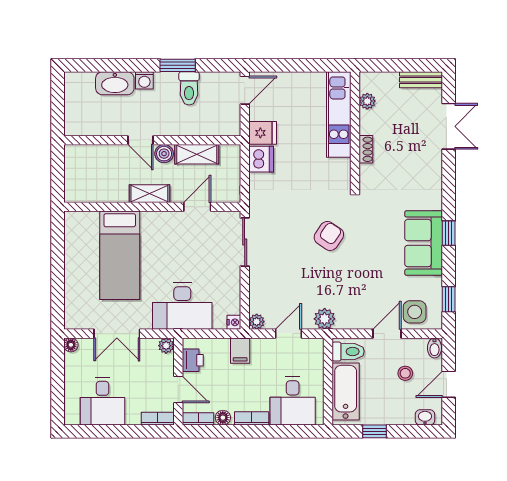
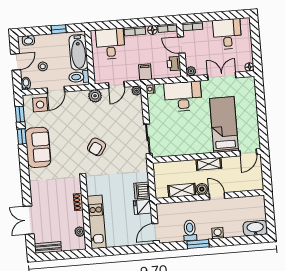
washbasin: (115, 83) -> (255, 228), moved
door: (197, 207) -> (248, 152), moved
window: (449, 233) -> (22, 136), moved

